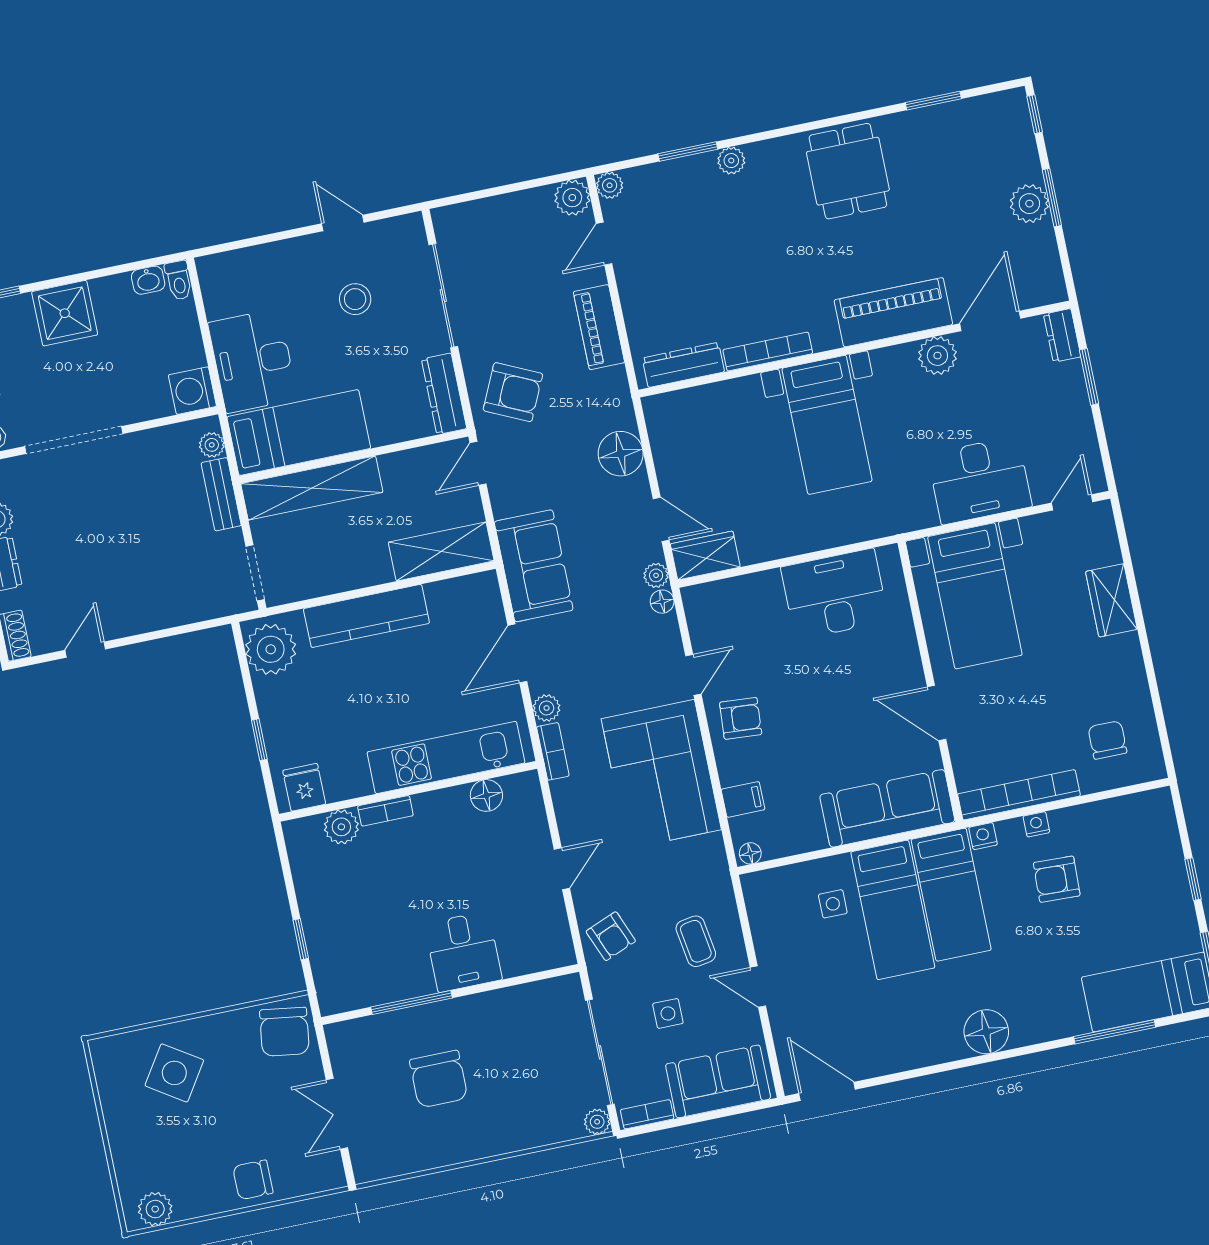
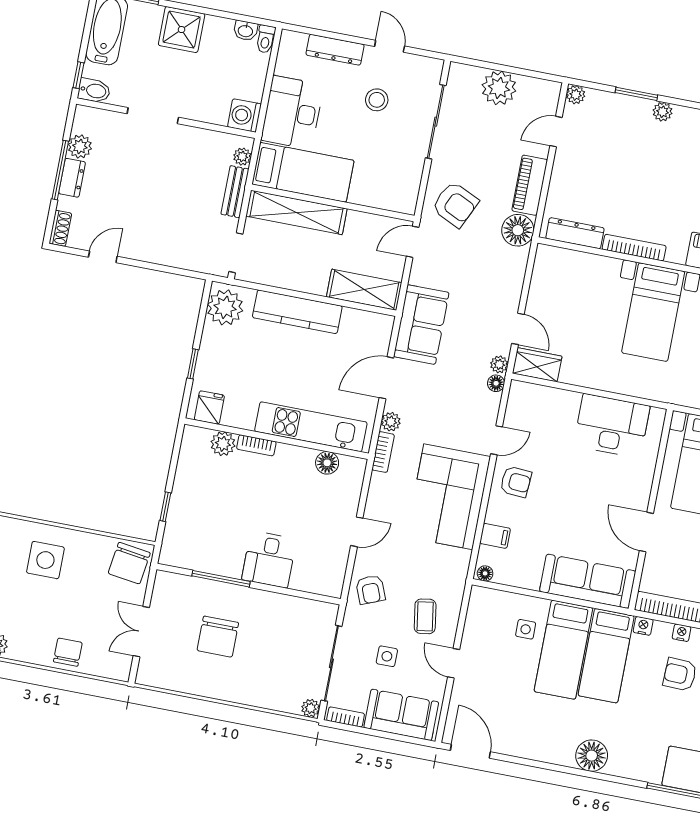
plant: (572, 198) -> (499, 88), moved, width x1.36, depth x1.36
dresser: (444, 394) -> (335, 50), moved, turned -90
doorway: (74, 440) -> (153, 116), width x0.73
floor lamp: (621, 454) -> (518, 230), moved
side table: (174, 1073) -> (45, 560), turned -33
chair: (253, 1180) -> (68, 652), turned 90

